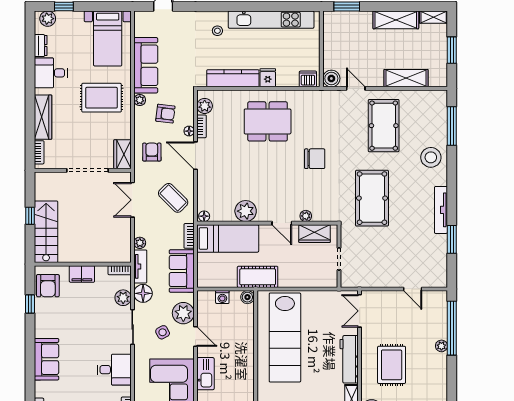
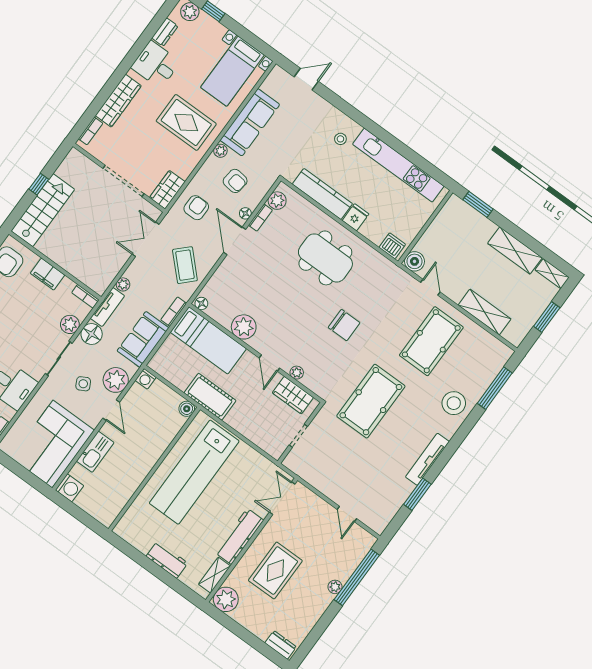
washing machine: (222, 297) -> (146, 379), moved

